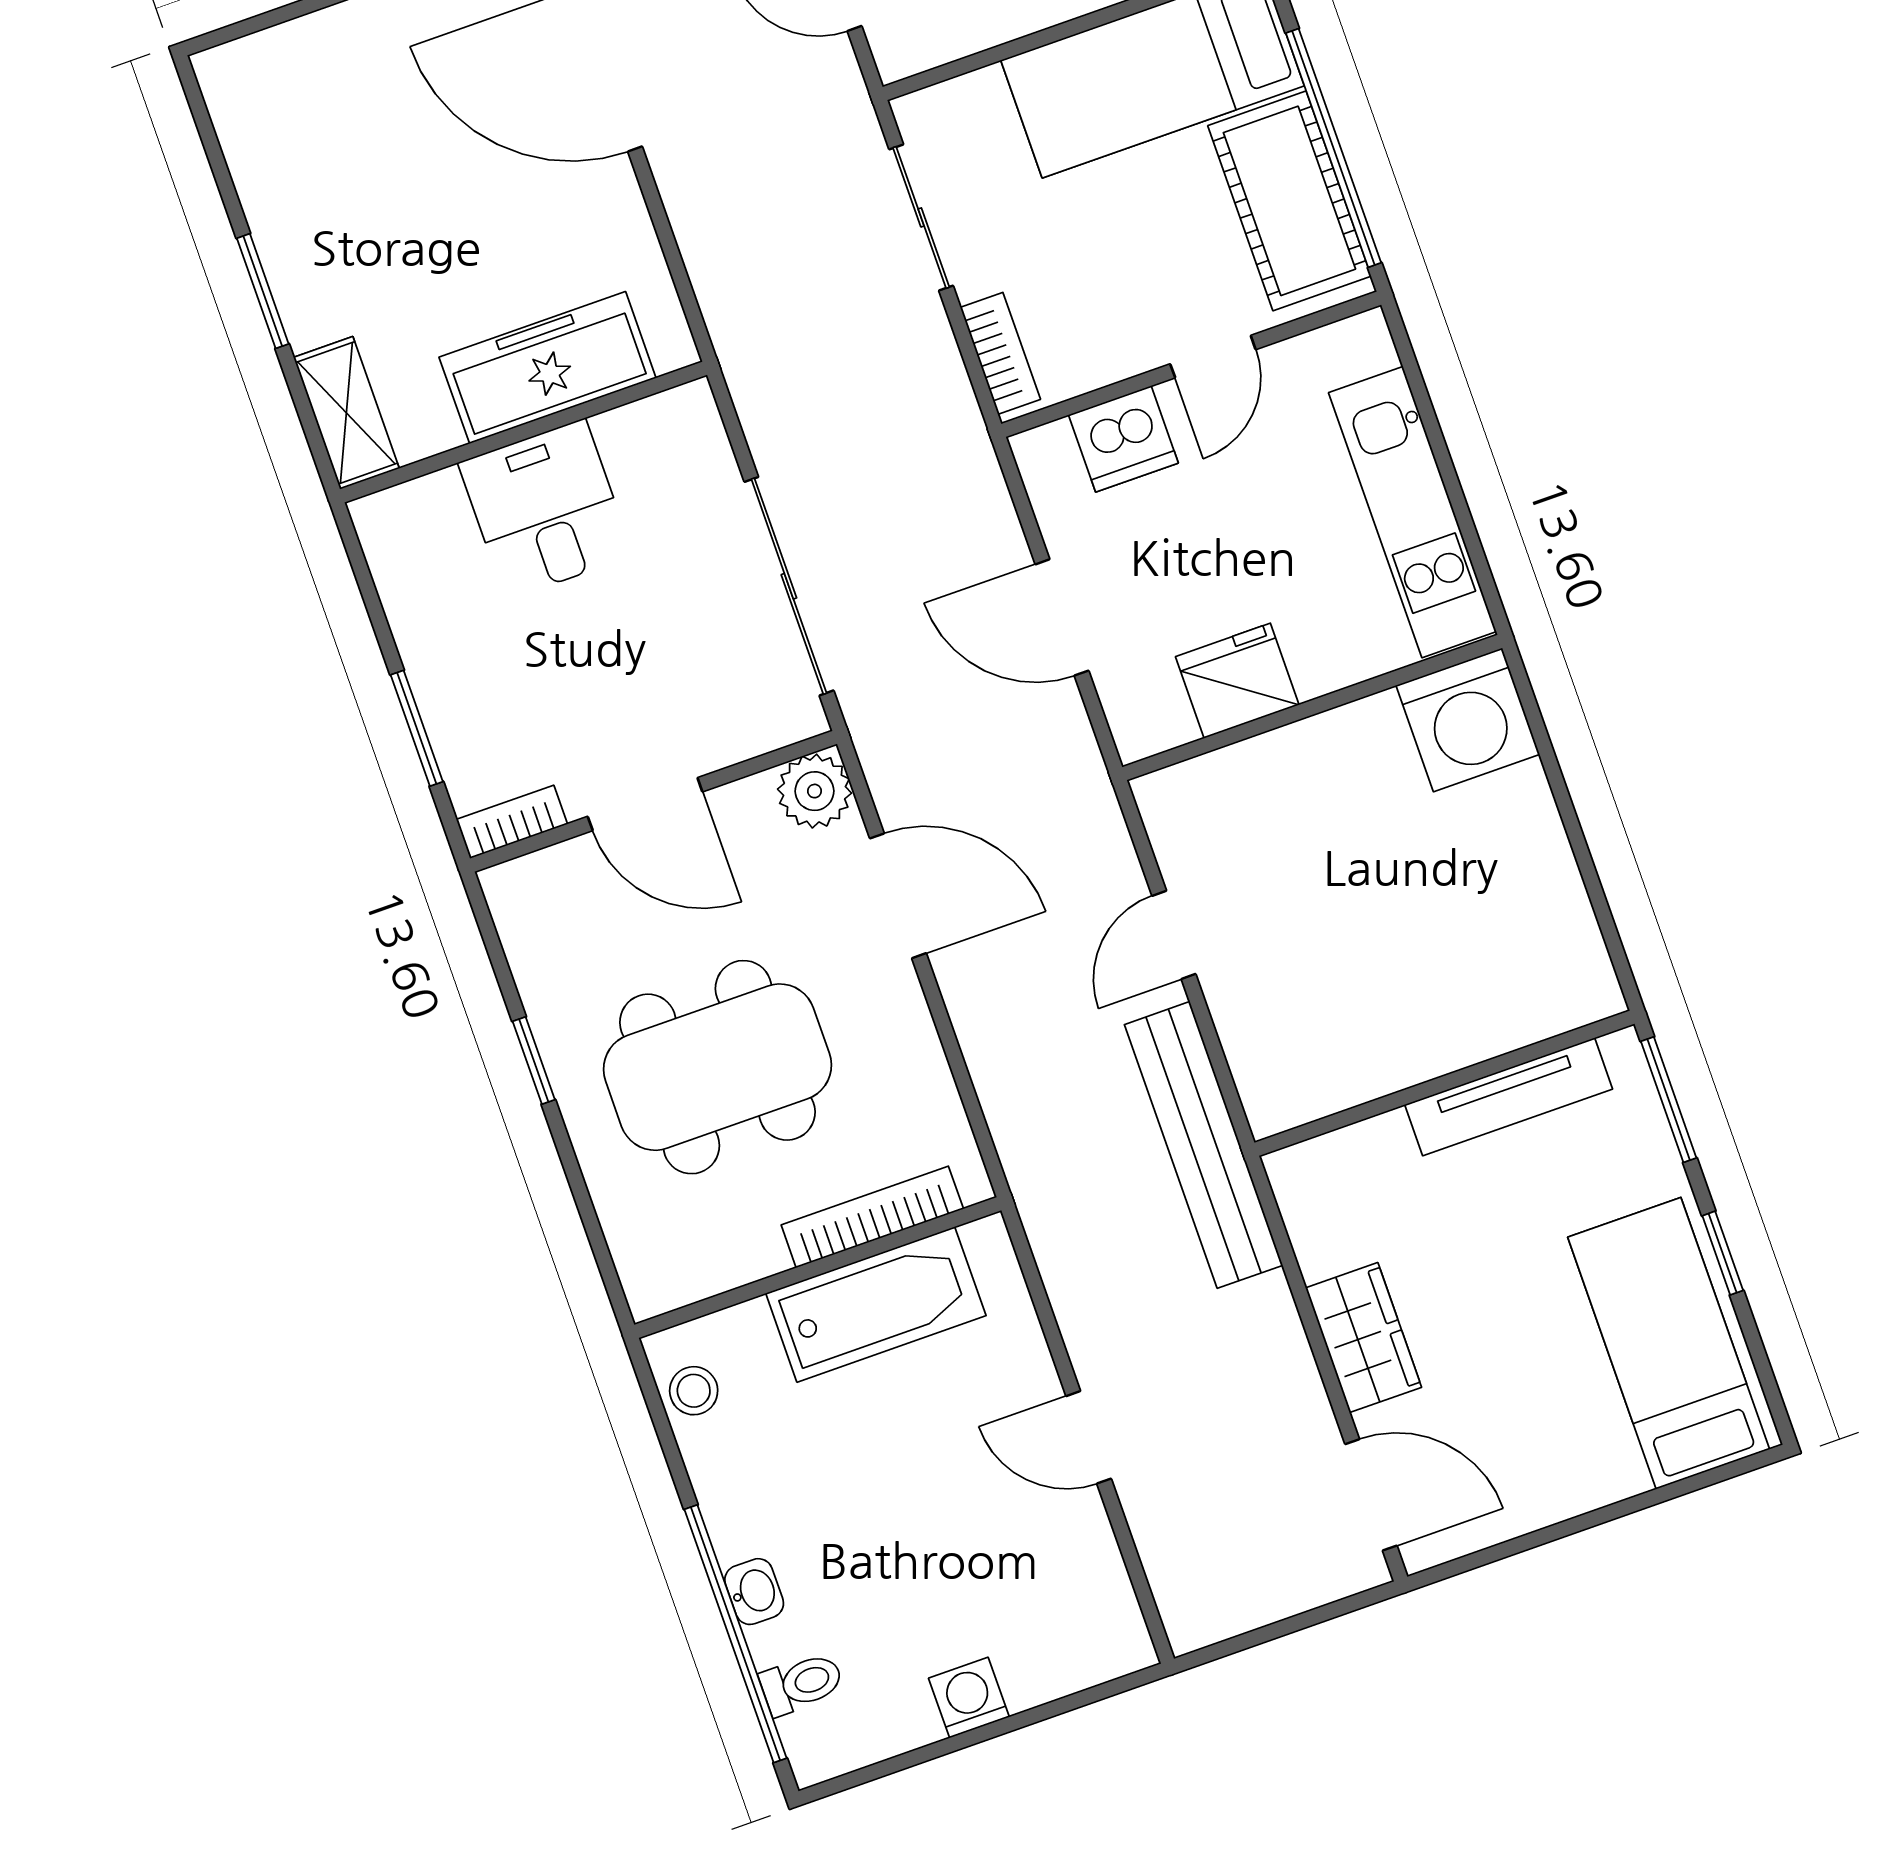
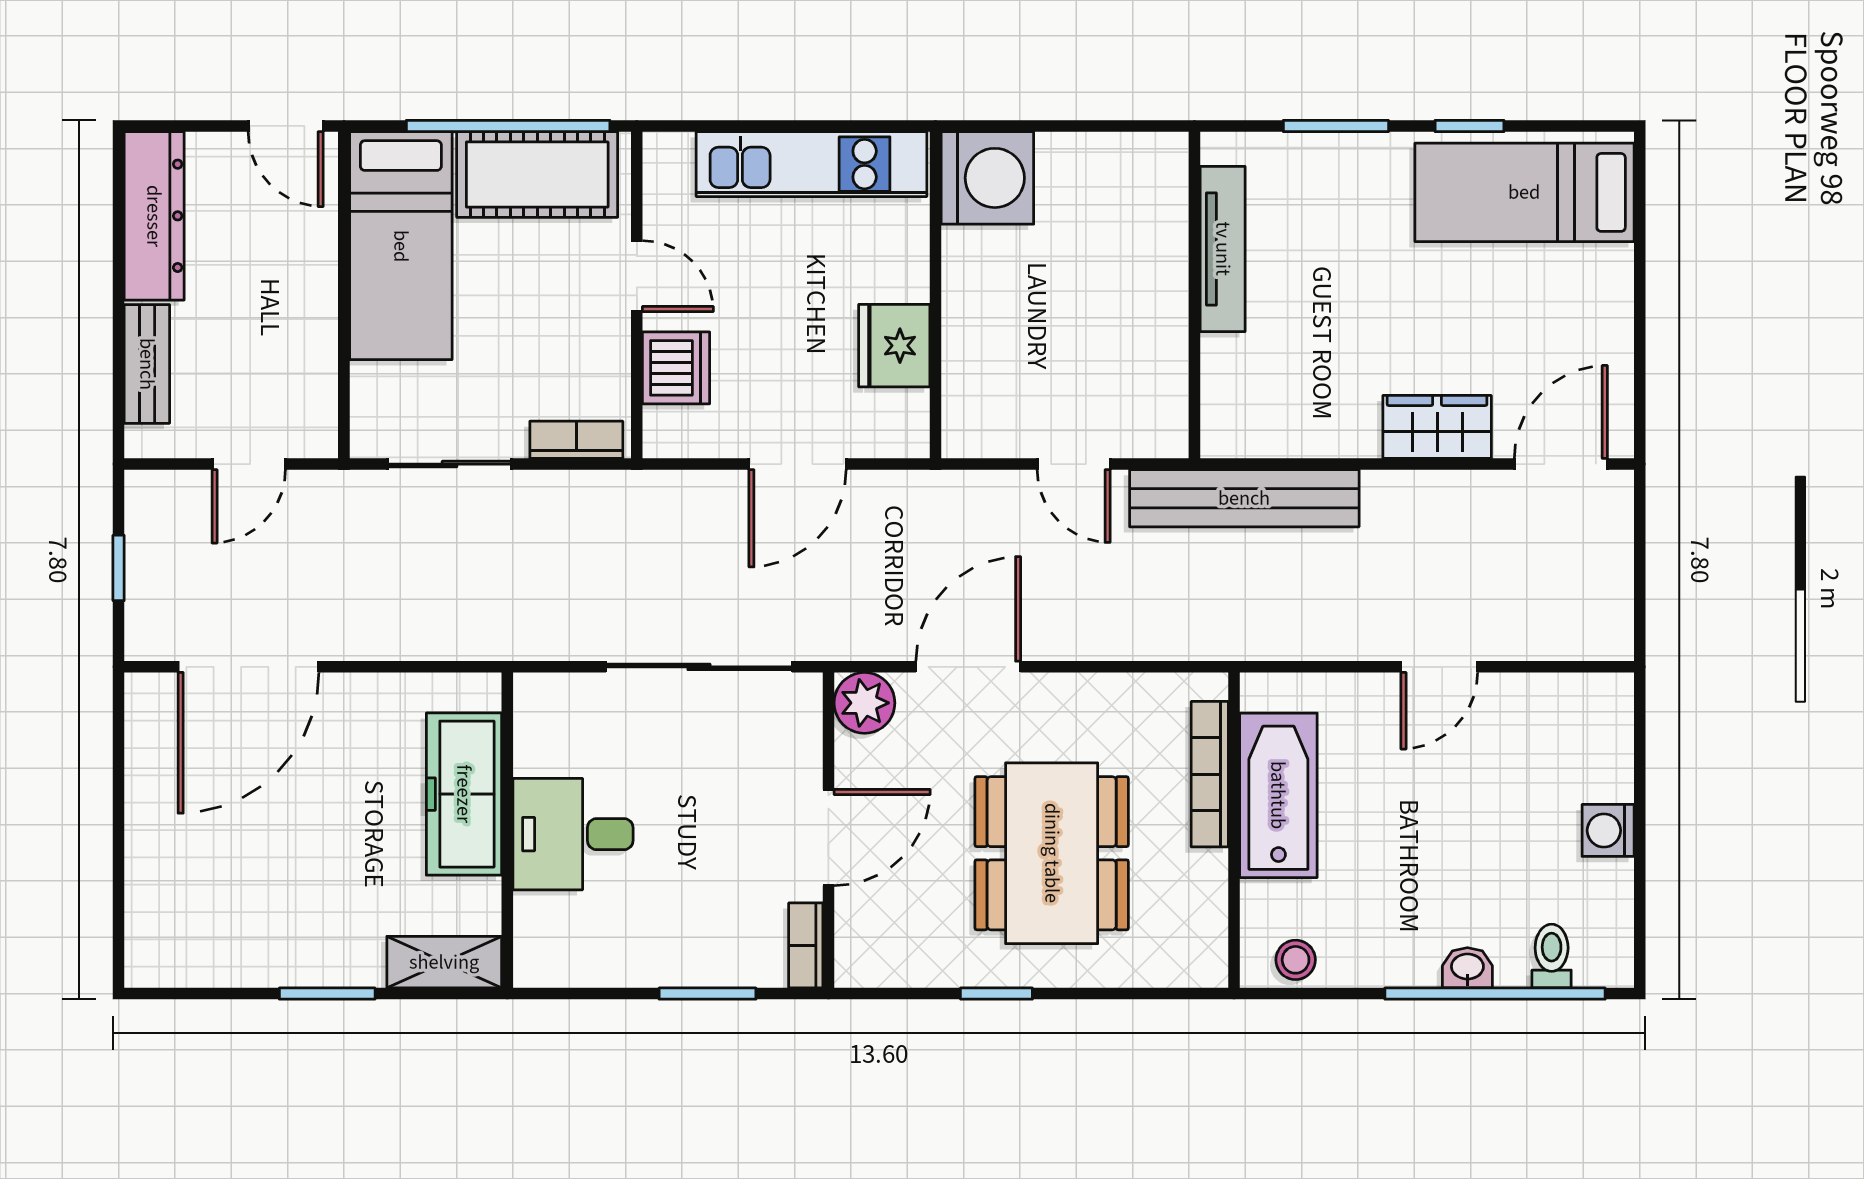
wall: (1444, 1083) -> (1195, 295), moved
tv unit: (1509, 1097) -> (1223, 249), moved

